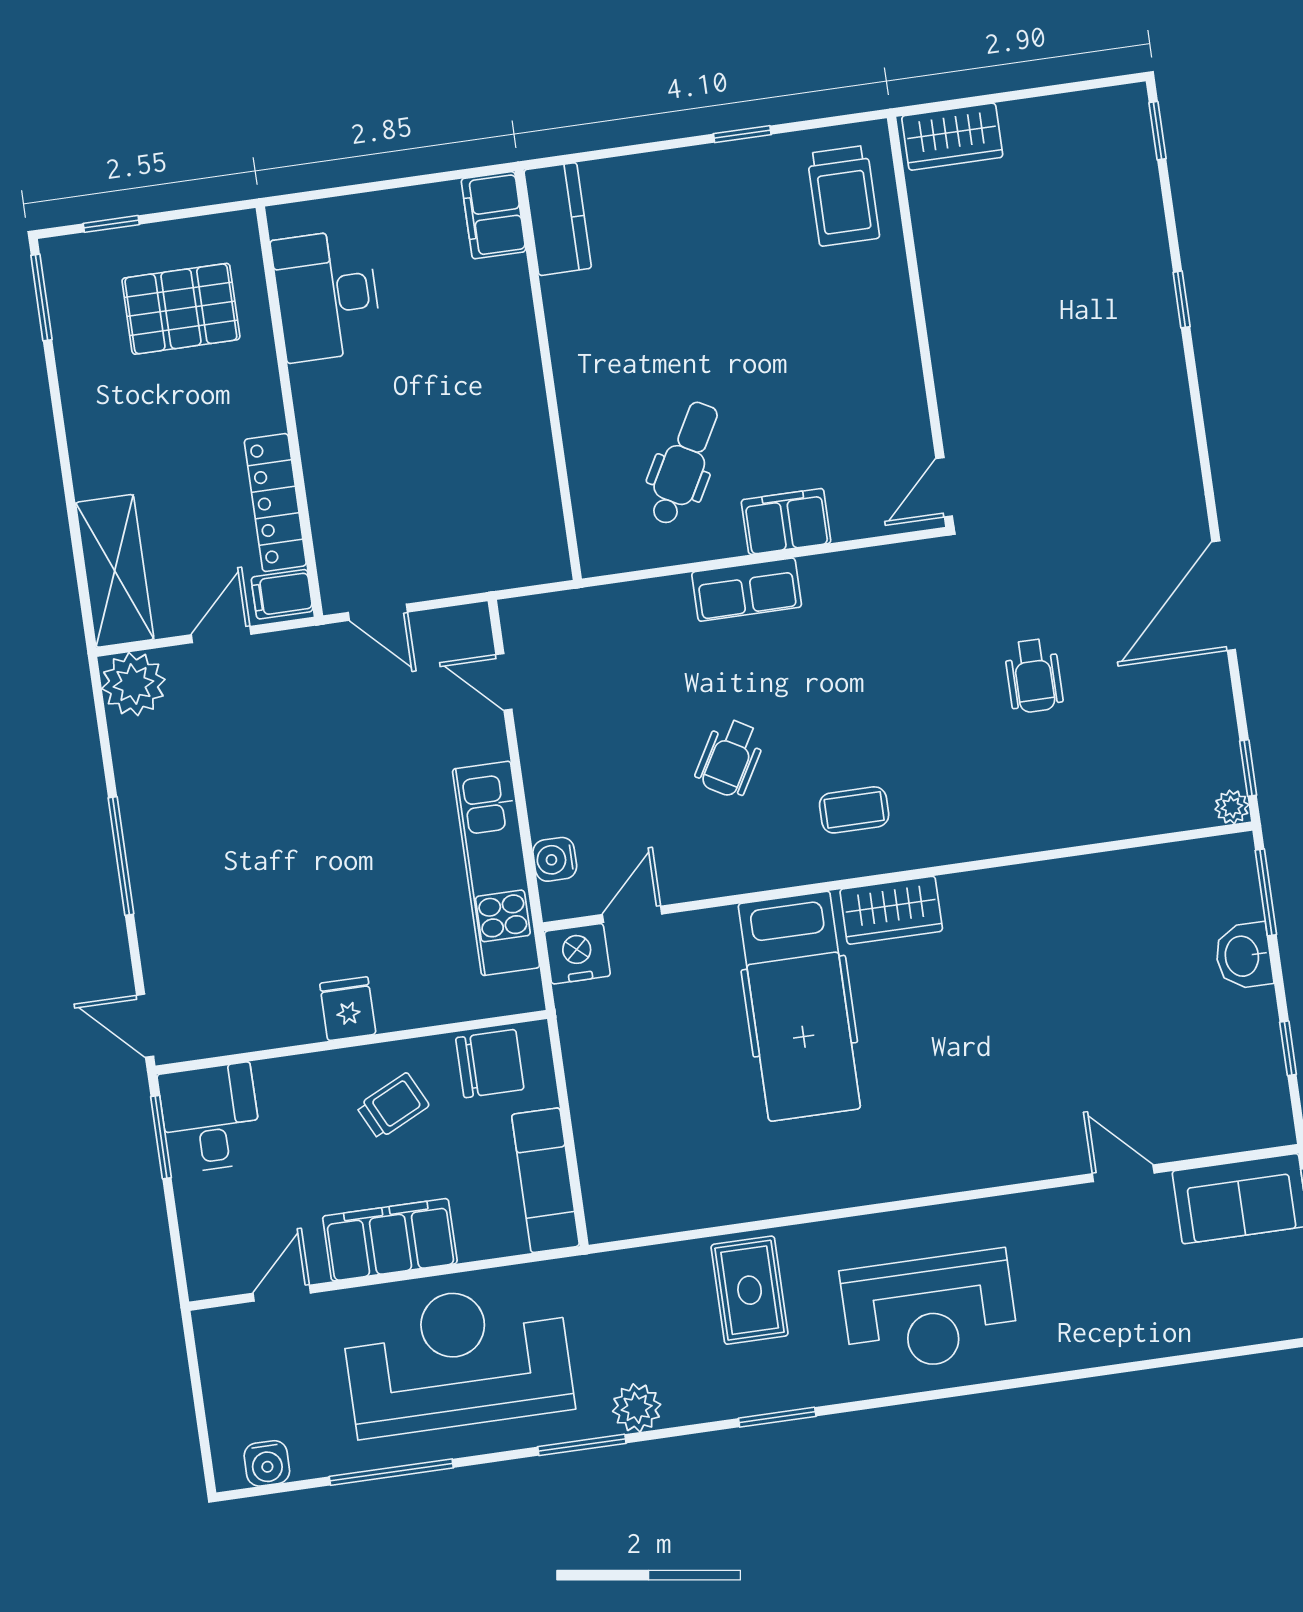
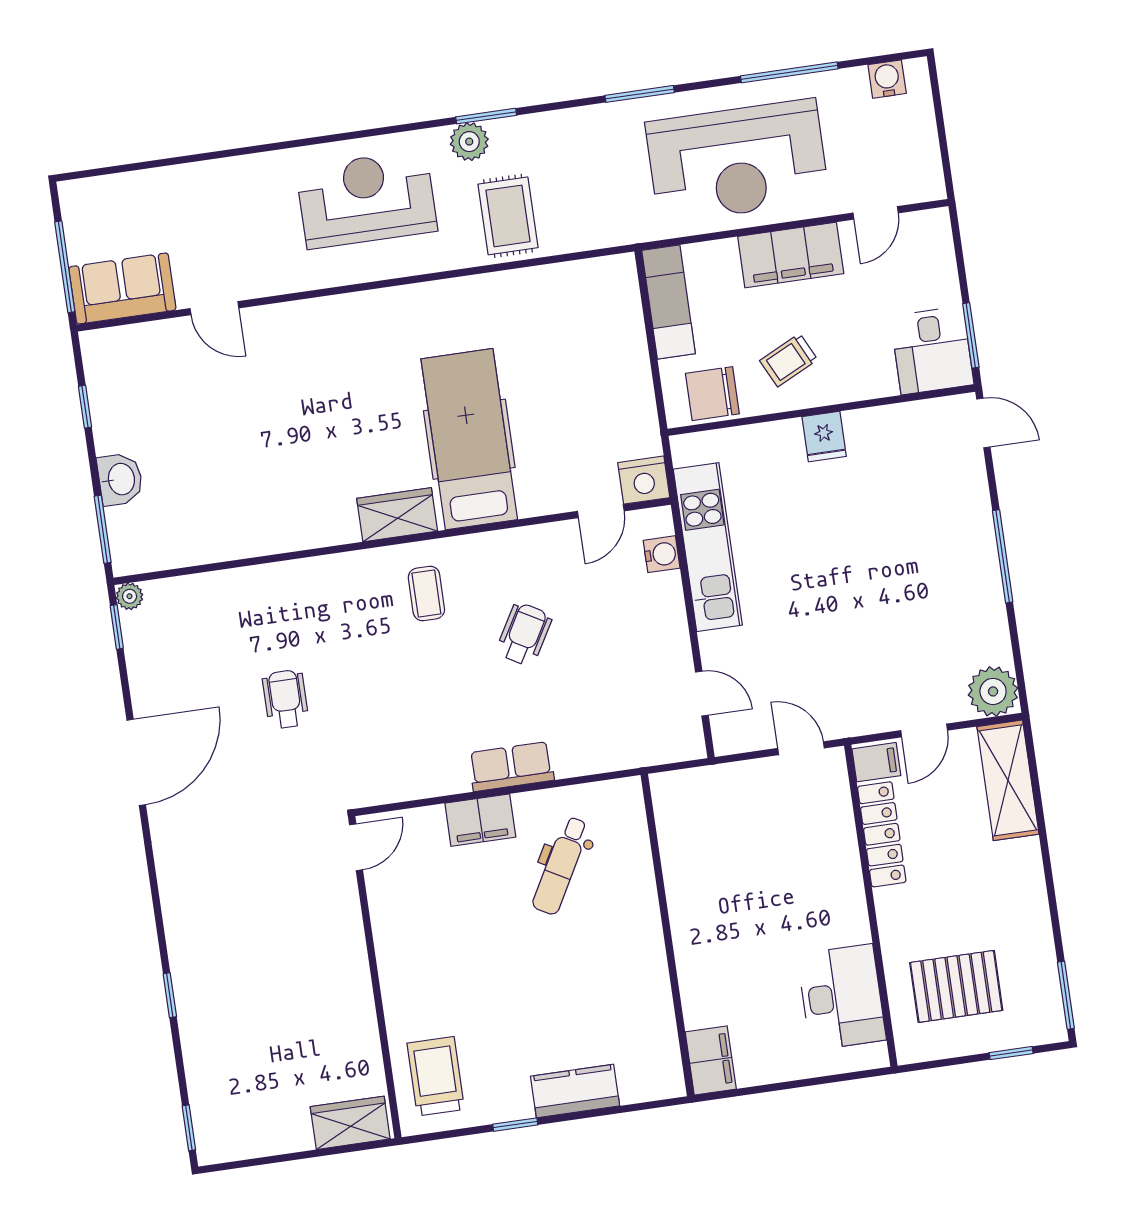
kitchen counter: (558, 219) -> (575, 1091), moved, turned 90
coffee table: (854, 810) -> (426, 594), turned 90
plant: (637, 1408) -> (469, 142), moved

